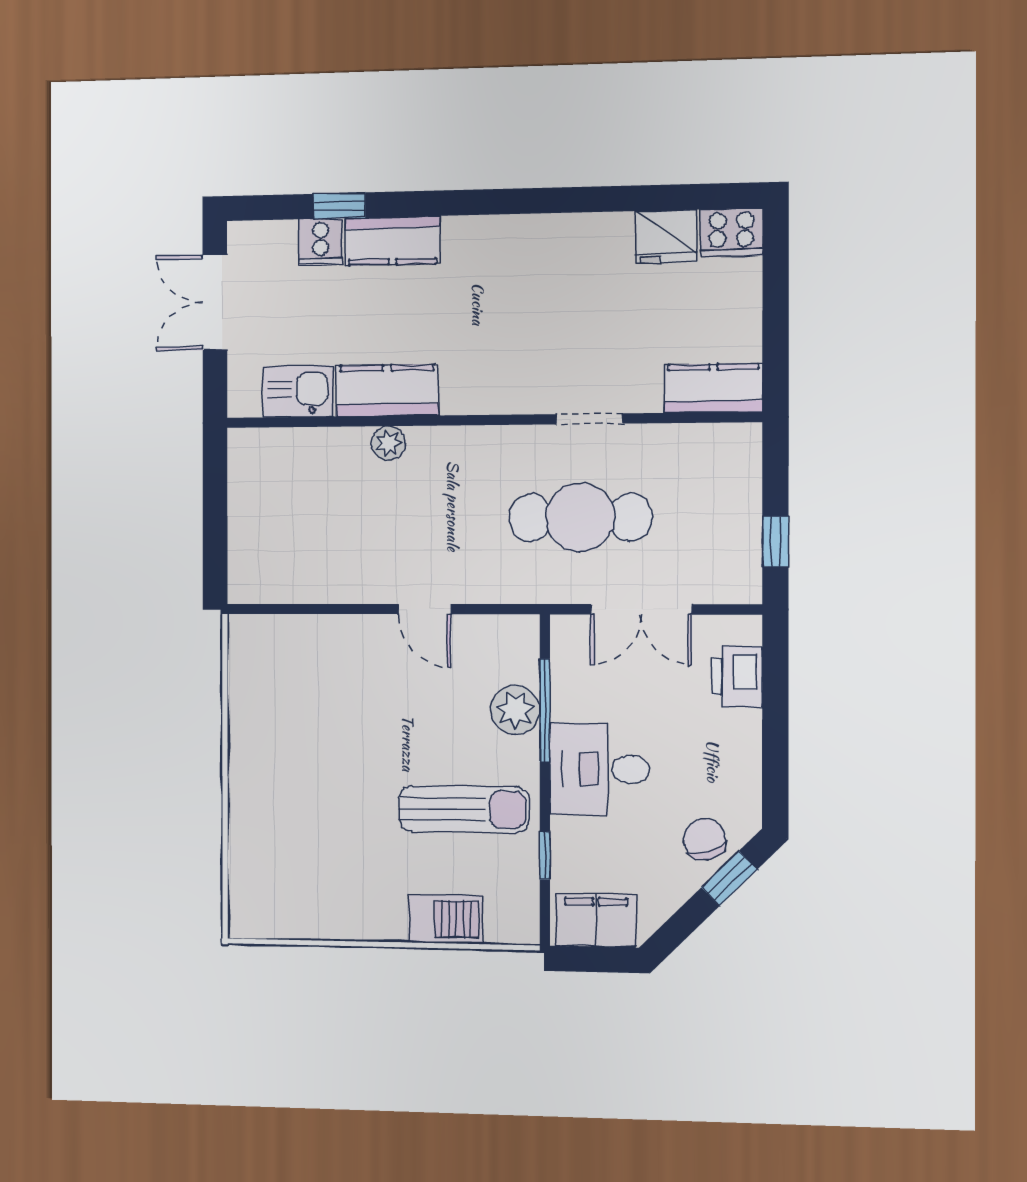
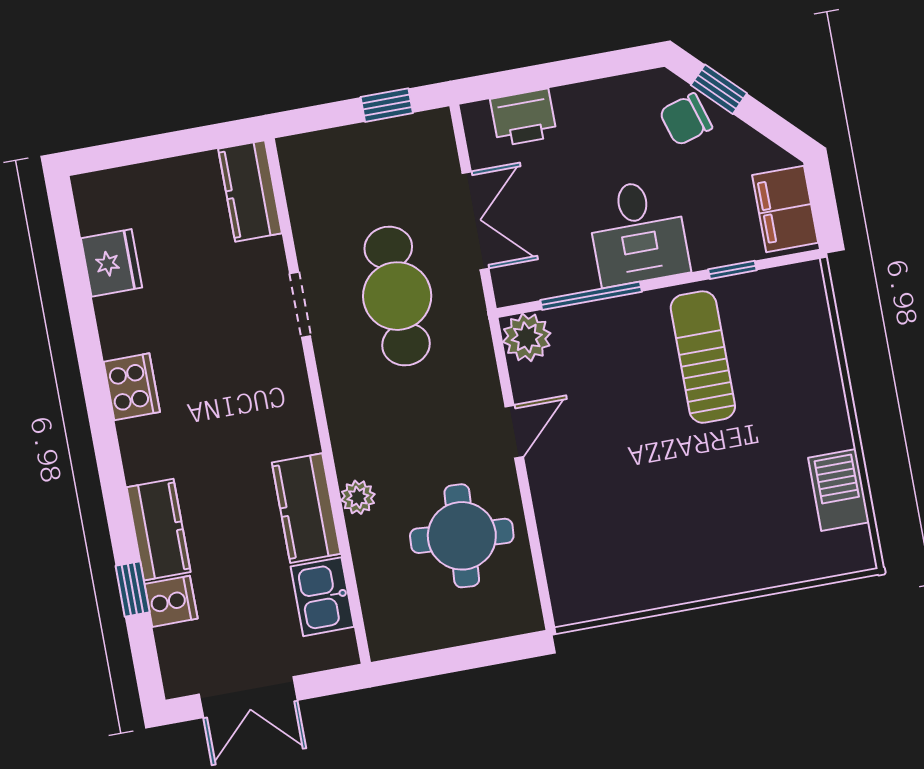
cooker: (731, 232) -> (132, 387), moved
round table: (332, 539) -> (462, 536), added
plant: (515, 710) -> (527, 337), moved
barbecue: (445, 919) -> (839, 490), moved

